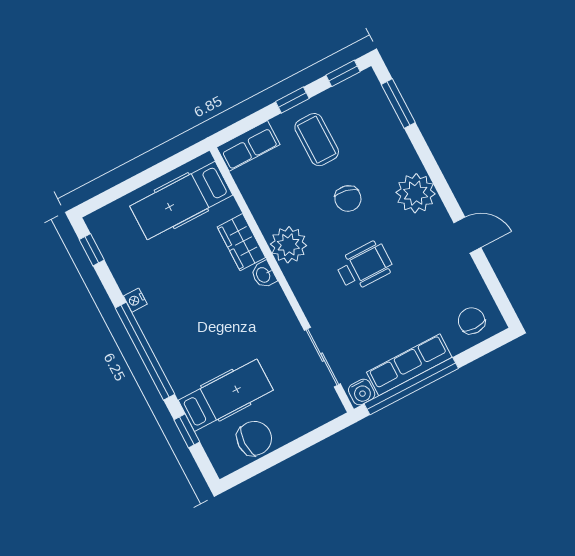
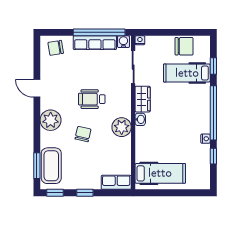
coffee table: (317, 140) -> (51, 166), moved, width x1.36, depth x1.32
wardrobe: (241, 242) -> (143, 99), moved
window: (92, 250) -> (213, 156), moved
chair: (472, 321) -> (56, 48), turned 81
nightstand: (335, 409) -> (140, 40), added
chair: (254, 438) -> (184, 46), turned 180

